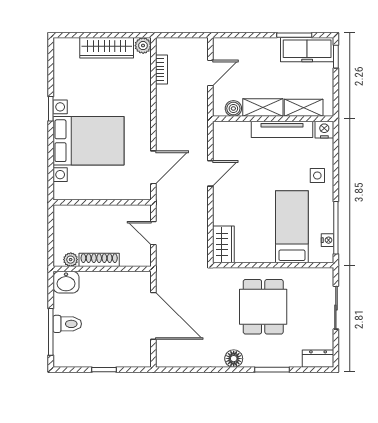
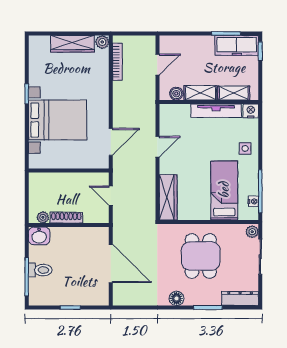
bookcase: (162, 70) -> (117, 62), width x1.56
wardrobe: (223, 244) -> (168, 197), width x1.50
plant: (326, 277) -> (252, 232), added
dresser: (318, 359) -> (240, 298), width x1.44

